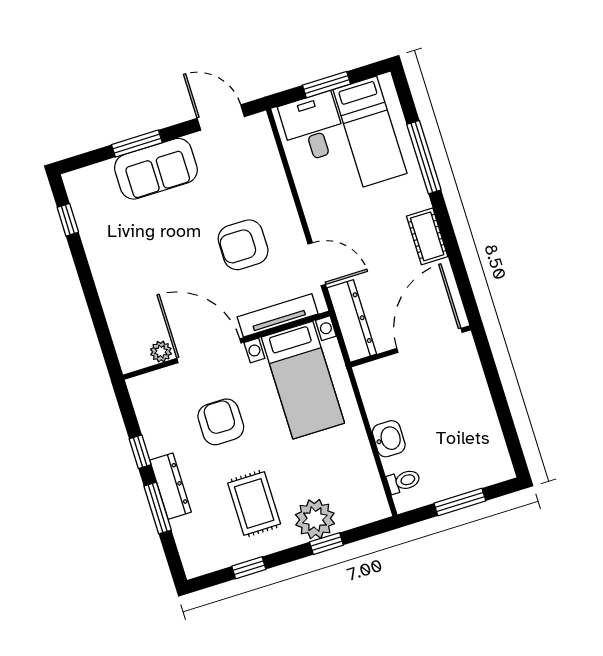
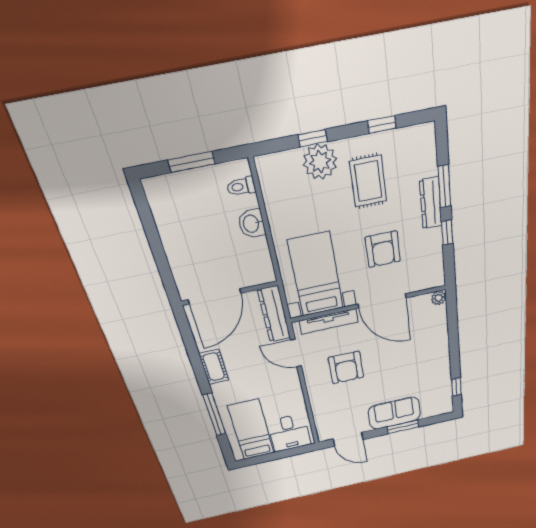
window: (326, 85) -> (278, 455), removed
armchair: (243, 245) -> (346, 368), turned 90
plant: (161, 352) -> (439, 298), moved

